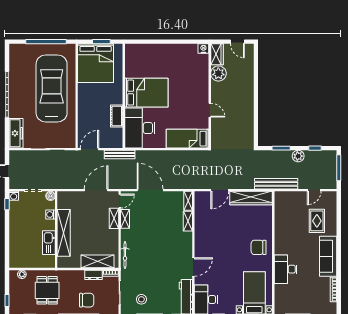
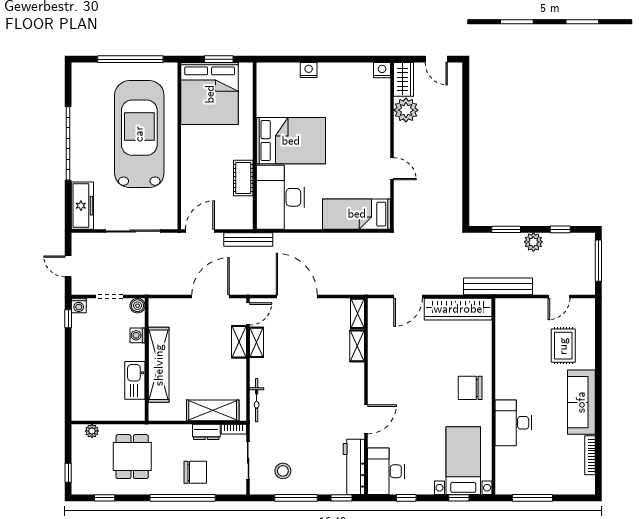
nightstand: (158, 48) -> (309, 70), added

